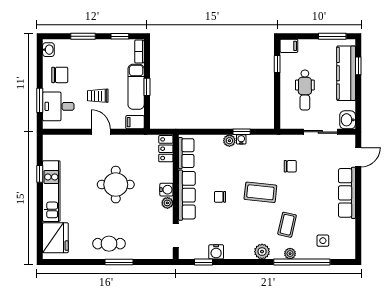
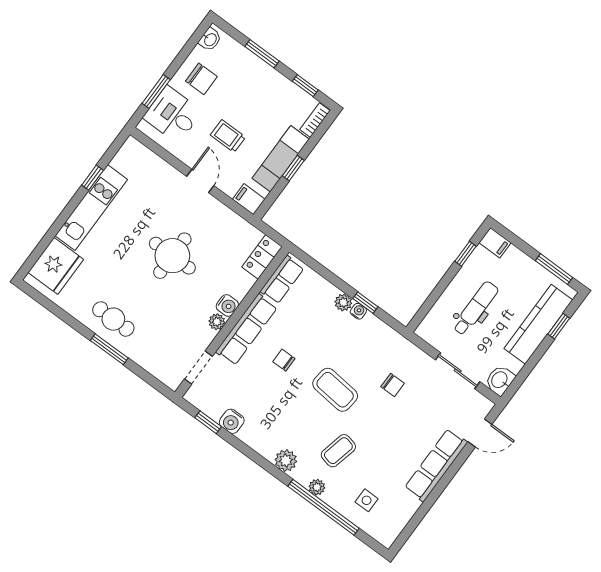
dental chair: (305, 90) -> (476, 308), turned 180

